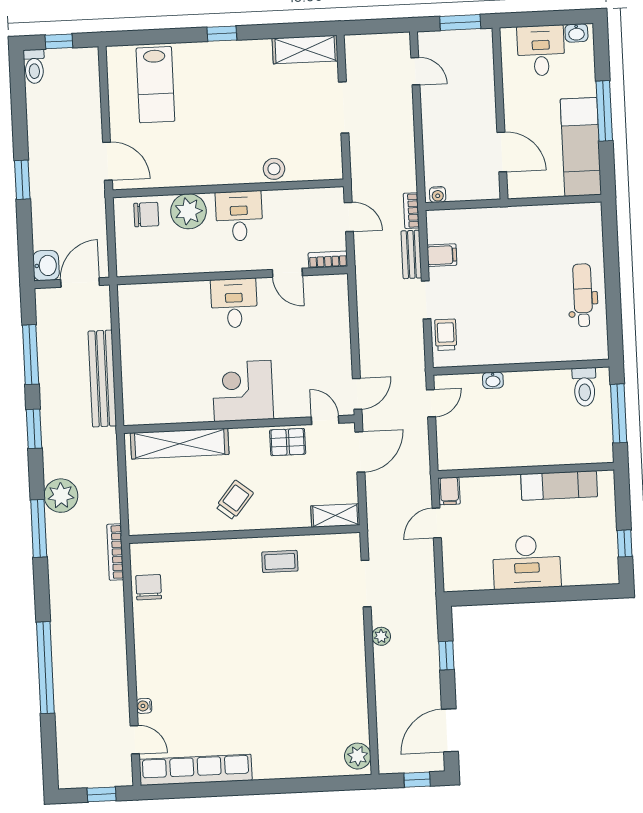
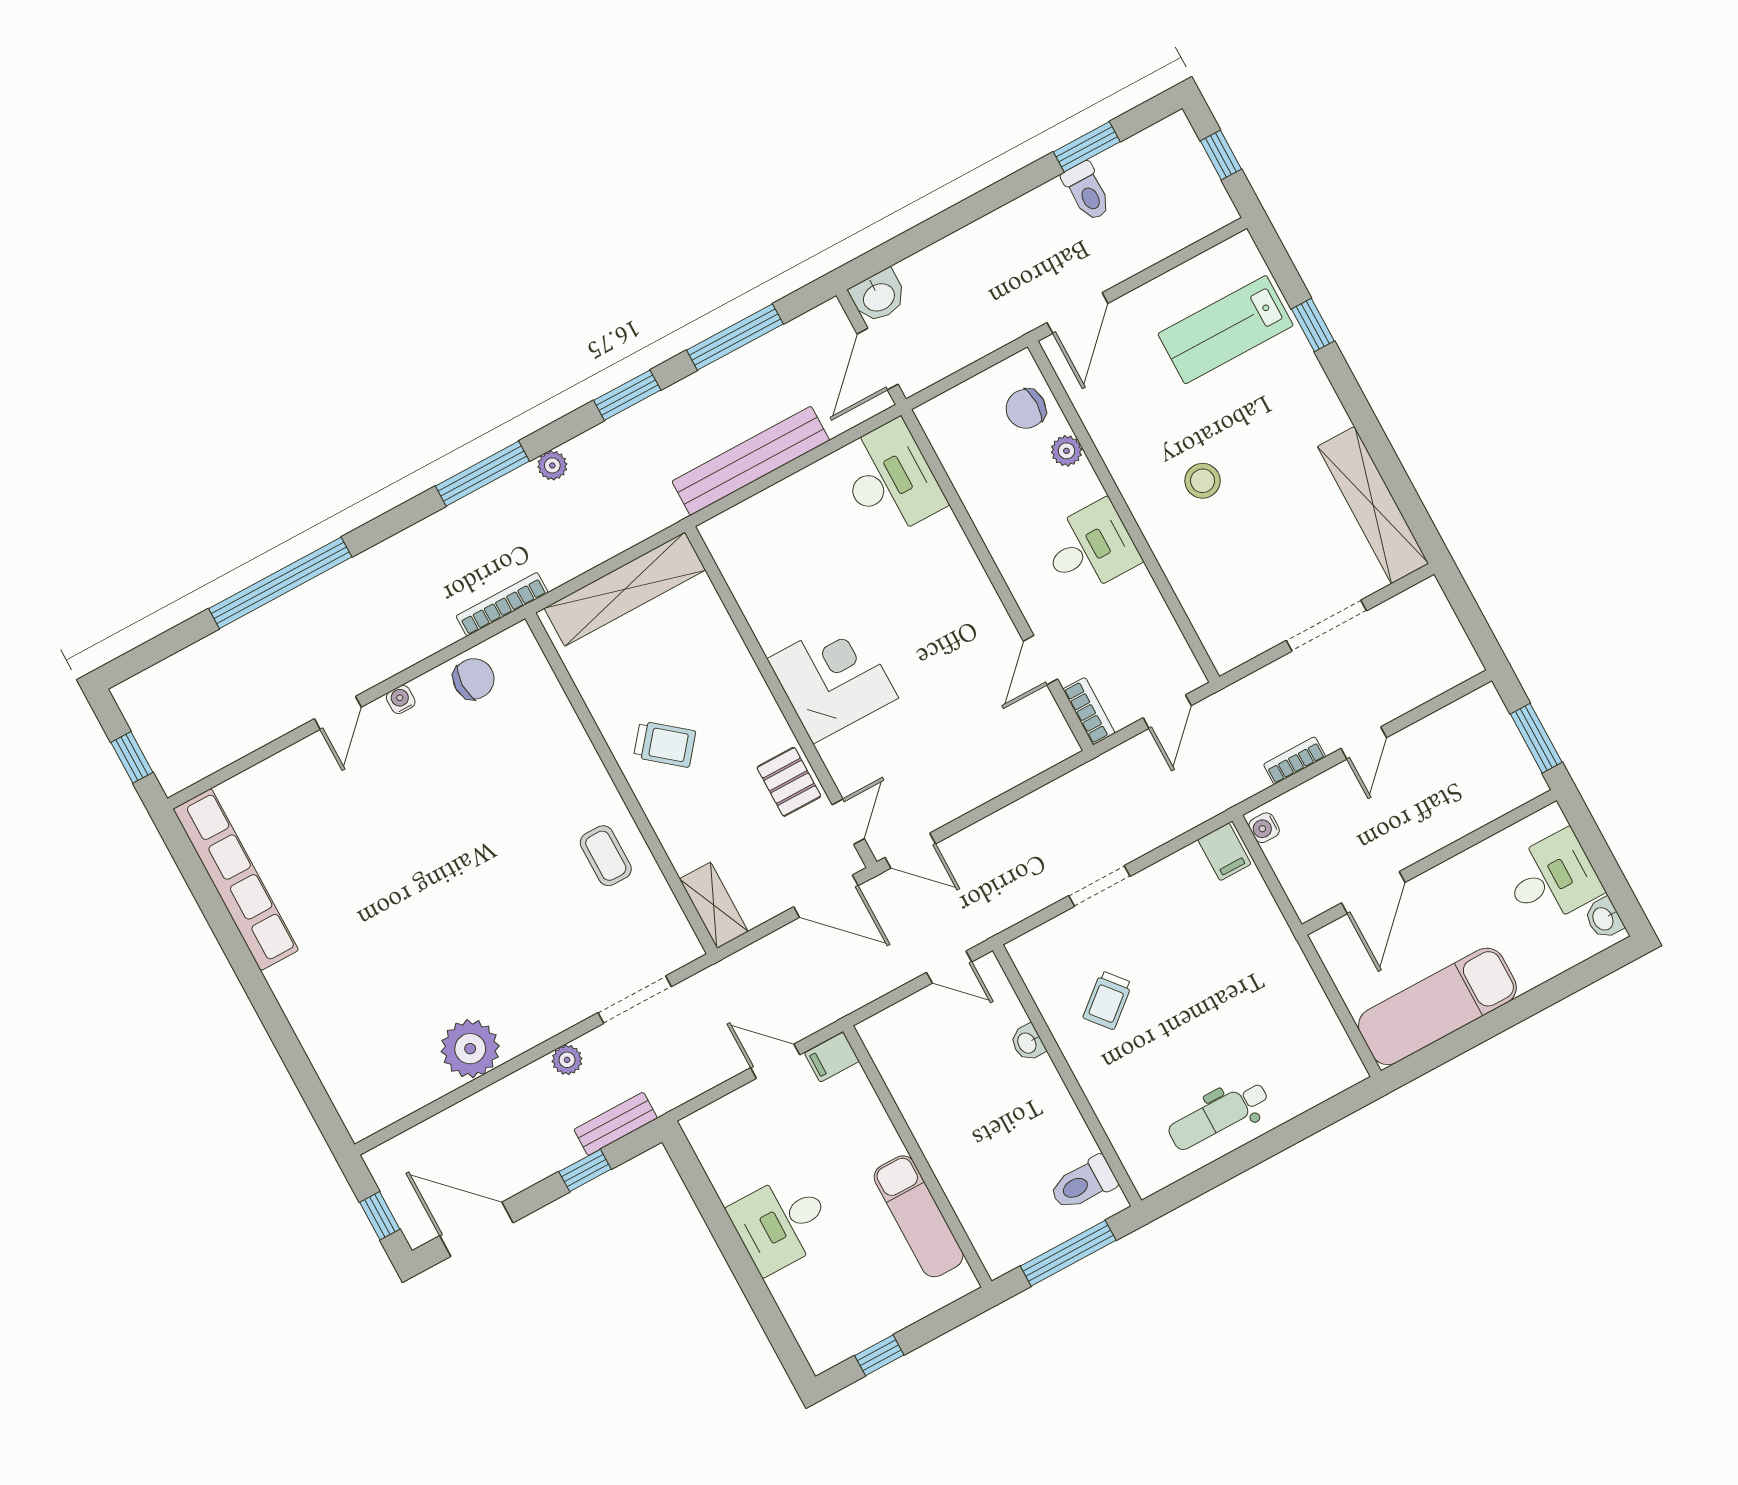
window: (222, 34) -> (1313, 325), moved
shelving: (305, 50) -> (1373, 505), width x1.47
toilet: (34, 66) -> (1087, 191), moved, turned -90
door: (415, 71) -> (1364, 743), moved
window: (604, 111) -> (1508, 1016), removed
stool: (274, 169) -> (1203, 481), moved
window: (22, 180) -> (1087, 147), moved
plant: (188, 211) -> (1066, 451), width x0.53, depth x0.53
bookcase: (411, 211) -> (1295, 761), moved
chair: (146, 215) -> (1026, 409), turned 90
bench: (411, 254) -> (616, 1124), moved
filing cabinet: (442, 255) -> (1224, 852), moved
door: (80, 282) -> (878, 359), swing flipped
dental chair: (583, 295) -> (1218, 1115), turned 180
desk: (234, 303) -> (890, 479), moved, width x1.37
trolley: (446, 335) -> (1107, 1000), moved, turned 140
shelving: (180, 444) -> (625, 589), moved, turned 90
plant: (61, 496) -> (552, 465), width x0.53, depth x0.53
desk: (527, 562) -> (781, 1223), width x0.73
water cooler: (144, 706) -> (401, 699), moved
door: (135, 740) -> (338, 713), moved
plant: (358, 756) -> (470, 1049), moved, width x1.36, depth x1.36

